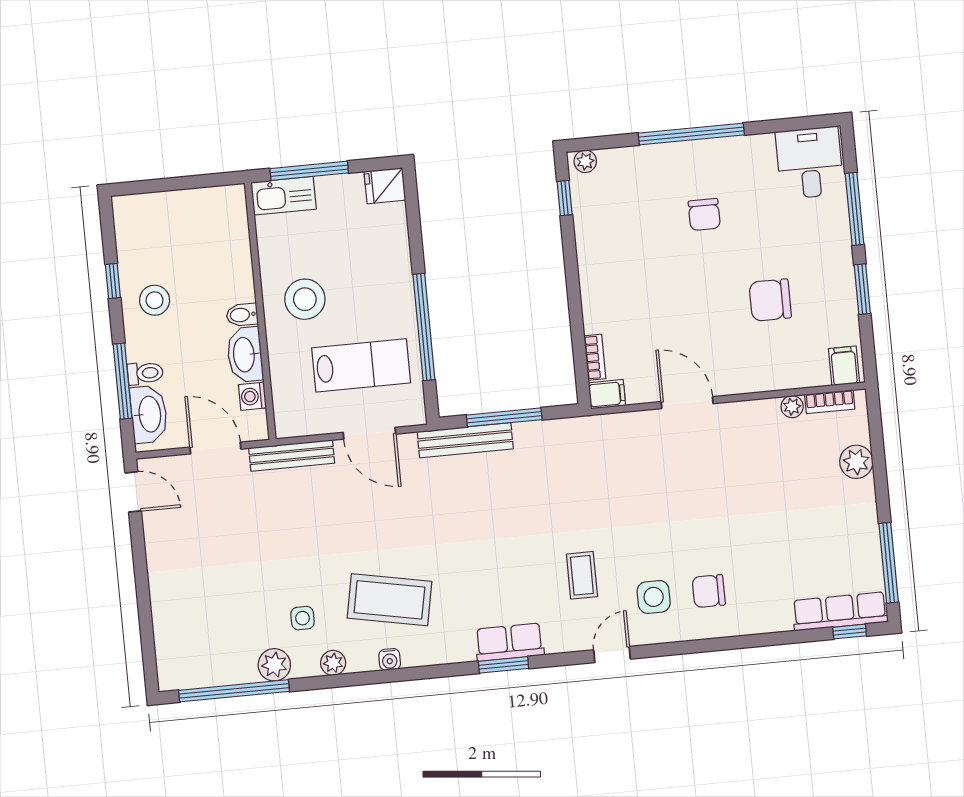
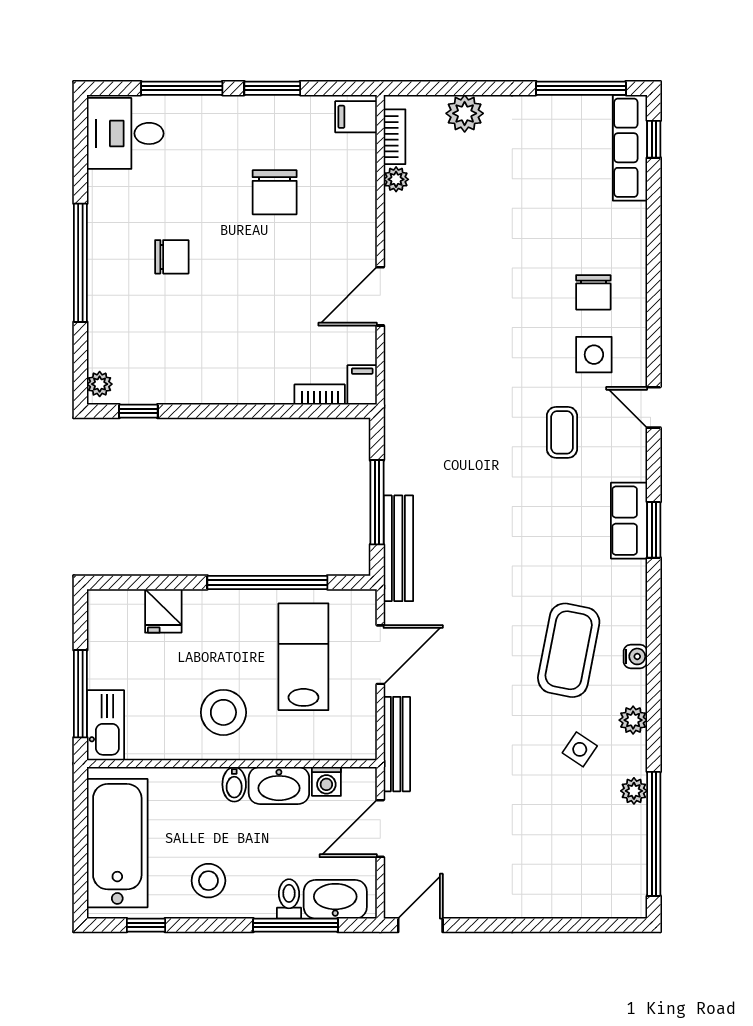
fridge: (385, 186) -> (163, 611), moved
bathtub: (180, 216) -> (117, 843), added
window: (113, 281) -> (146, 925), moved
coffee table: (582, 575) -> (562, 432), turned 90
side table: (303, 618) -> (580, 749), turned 34
plant: (274, 665) -> (634, 791), width x0.73, depth x0.73

